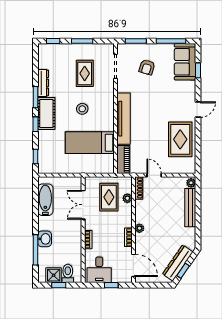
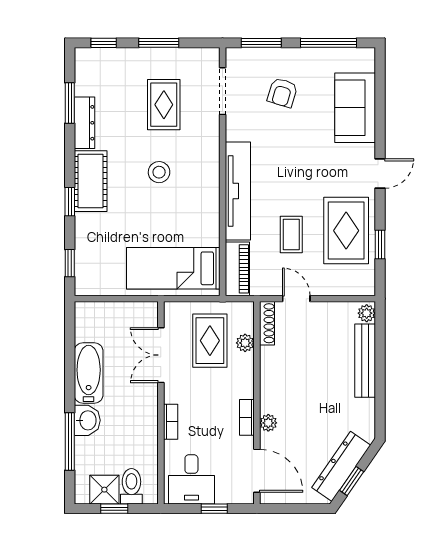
sofa: (185, 62) -> (355, 108), moved
window: (198, 70) -> (380, 244), moved
window: (35, 97) -> (70, 103), moved
coffee table: (152, 142) -> (291, 235), added
bed: (90, 143) -> (173, 268), moved
bathtub: (45, 200) -> (89, 373), moved
plant: (139, 228) -> (268, 423), moved

